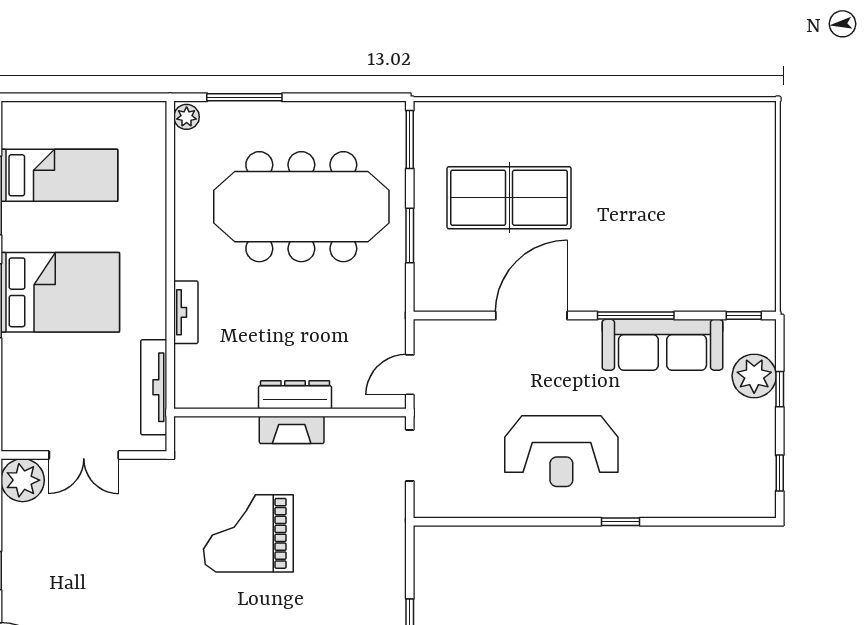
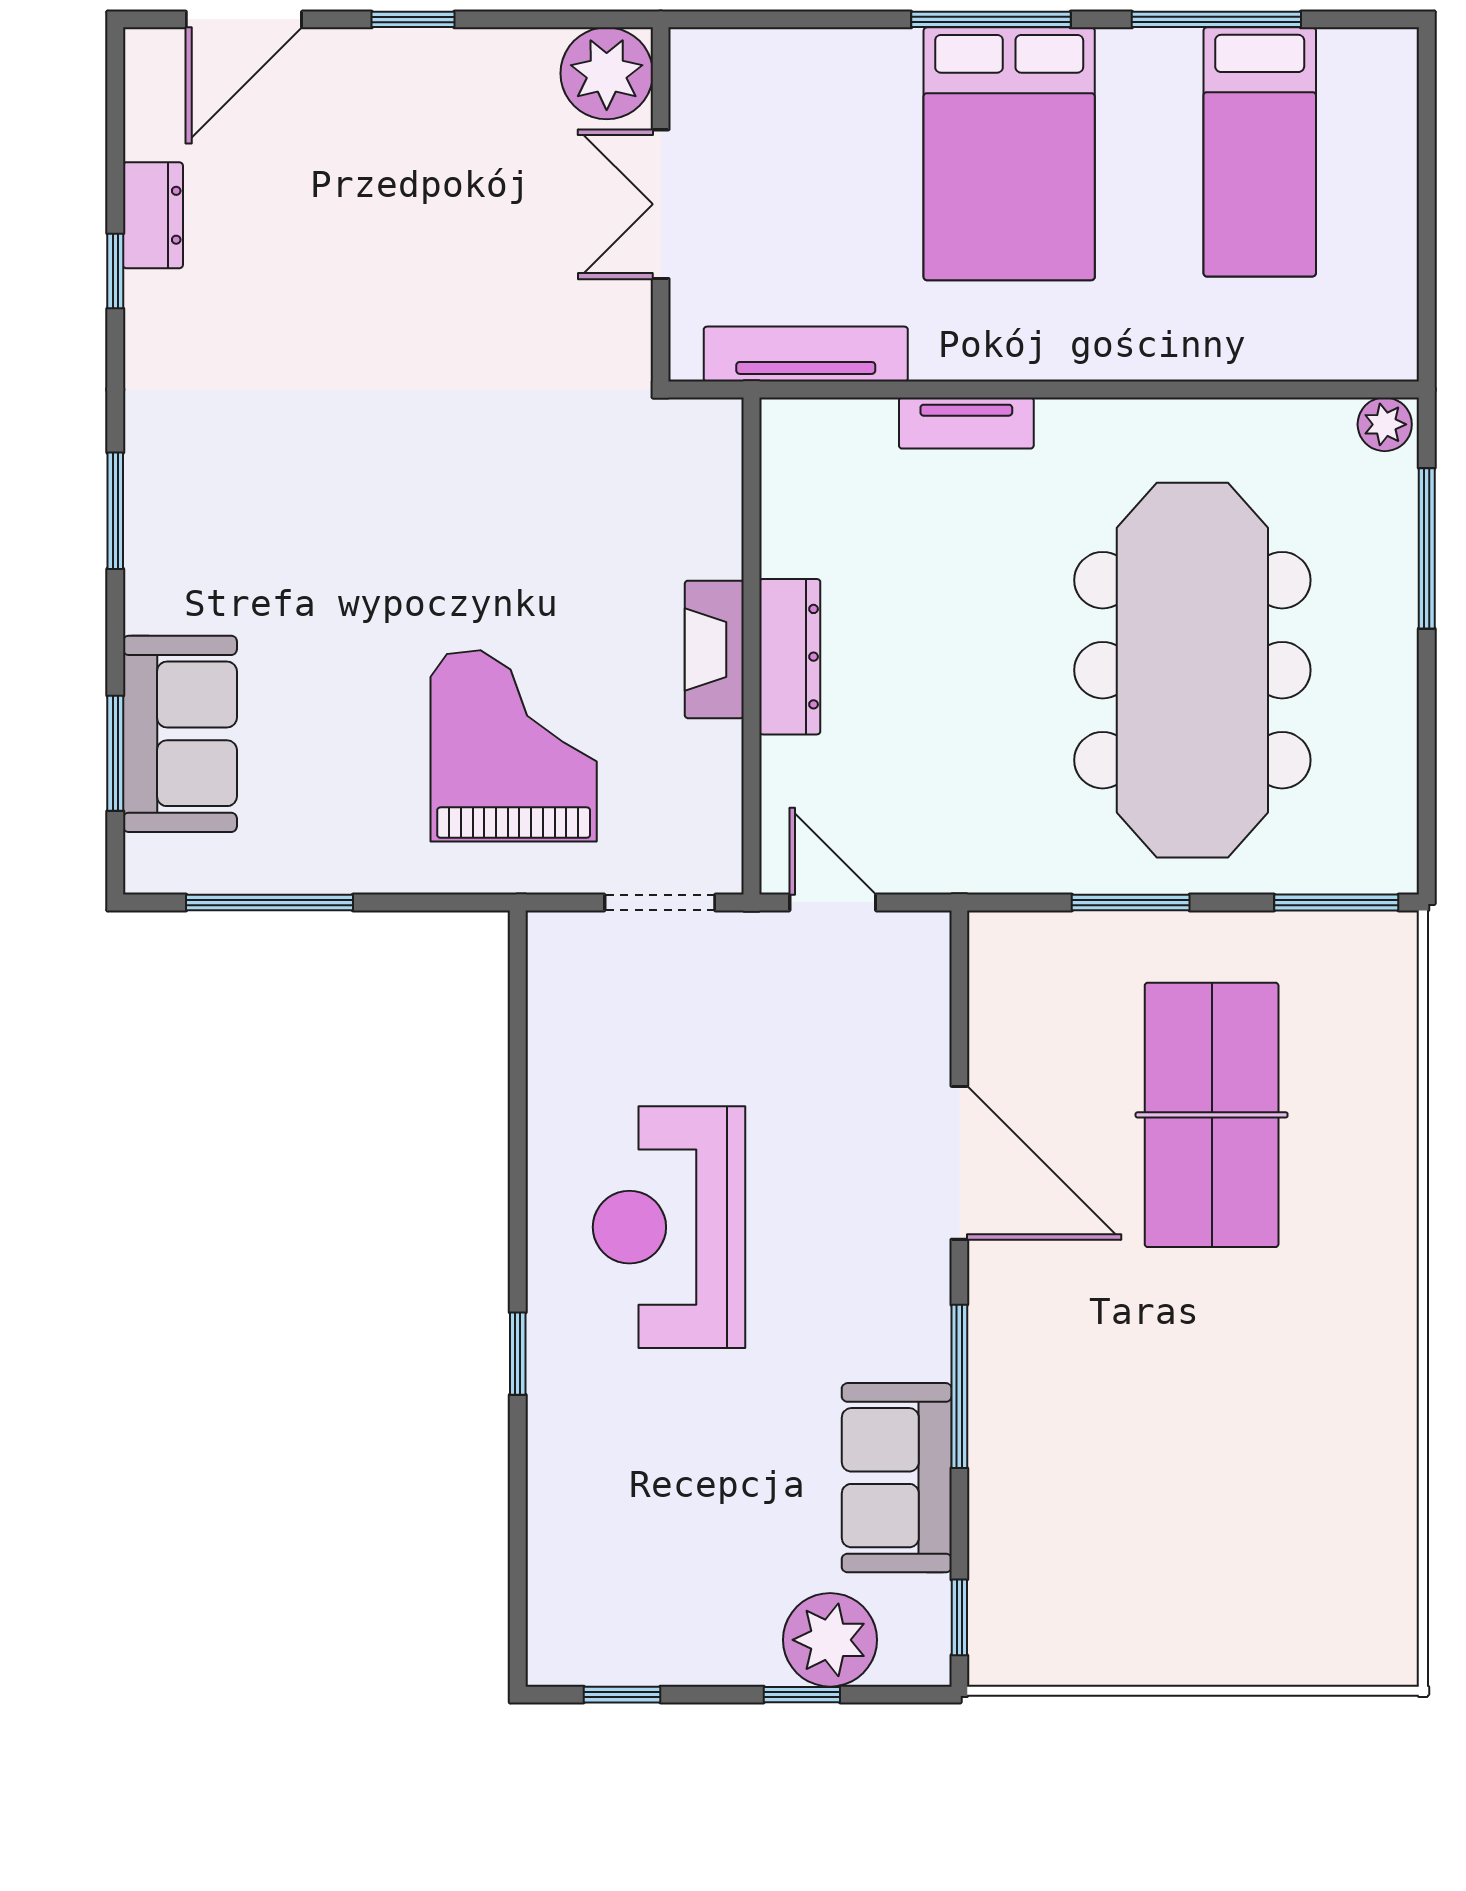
sofa: (662, 345) -> (897, 1478), width x0.73
grand piano: (248, 533) -> (514, 746), moved

